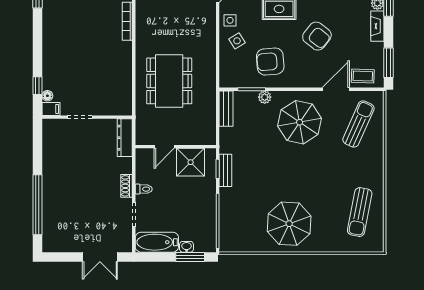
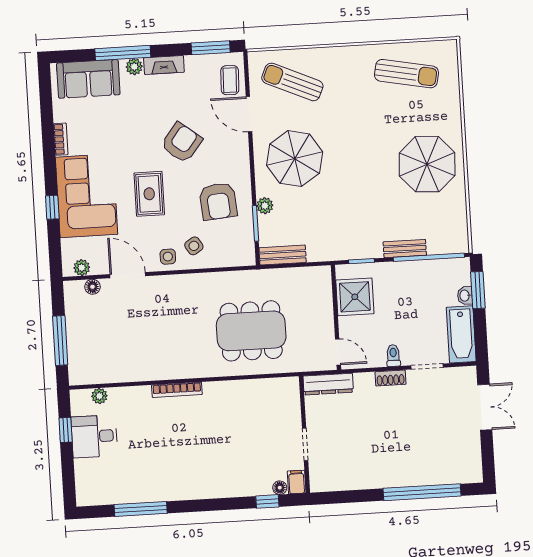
door: (164, 147) -> (338, 352), moved
bench: (225, 170) -> (405, 249), moved

